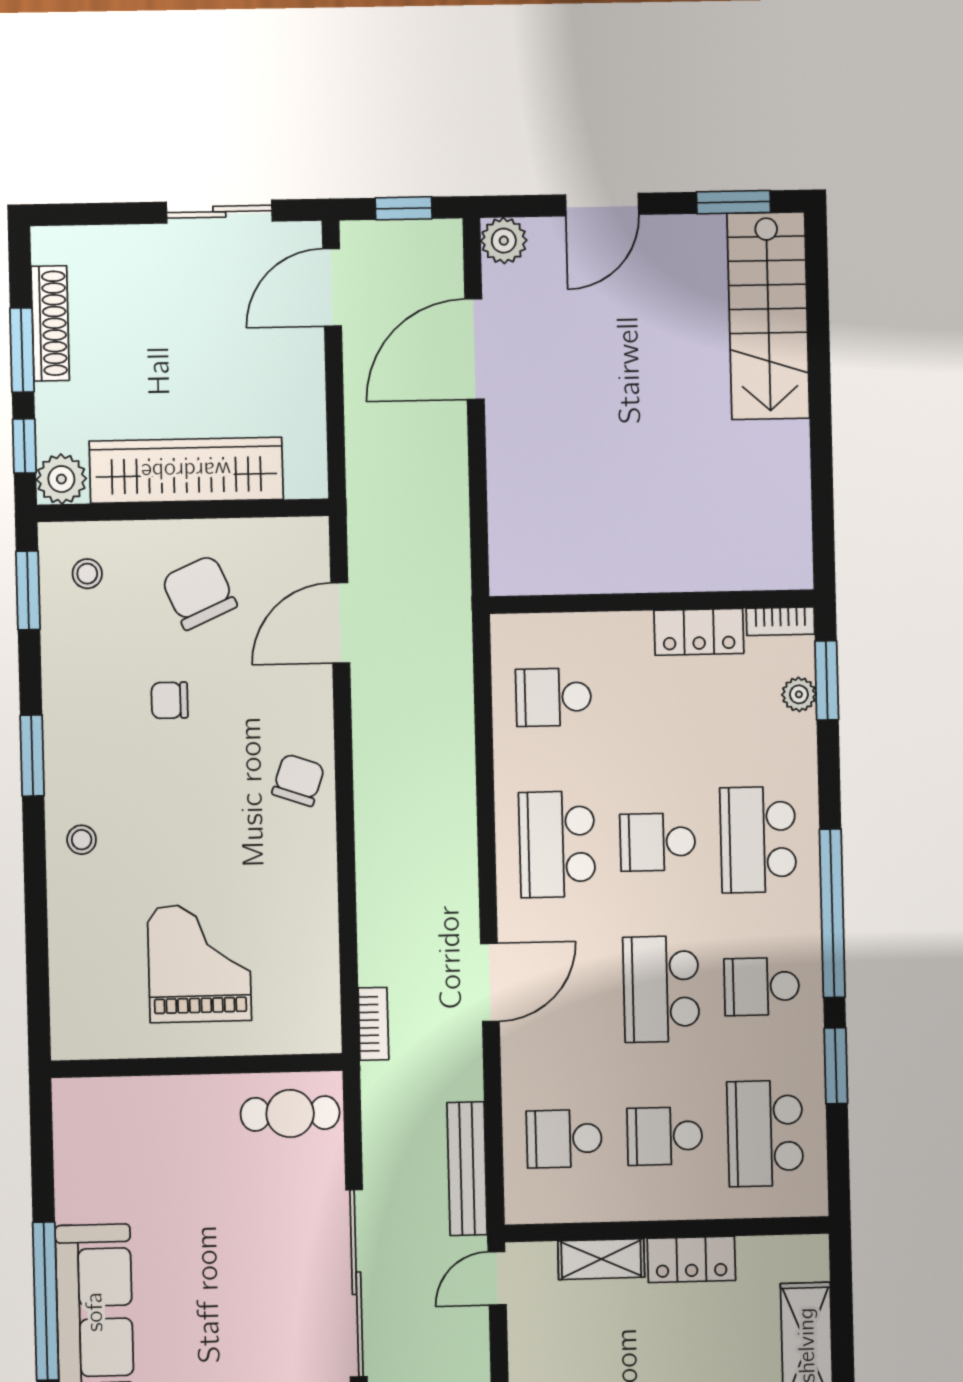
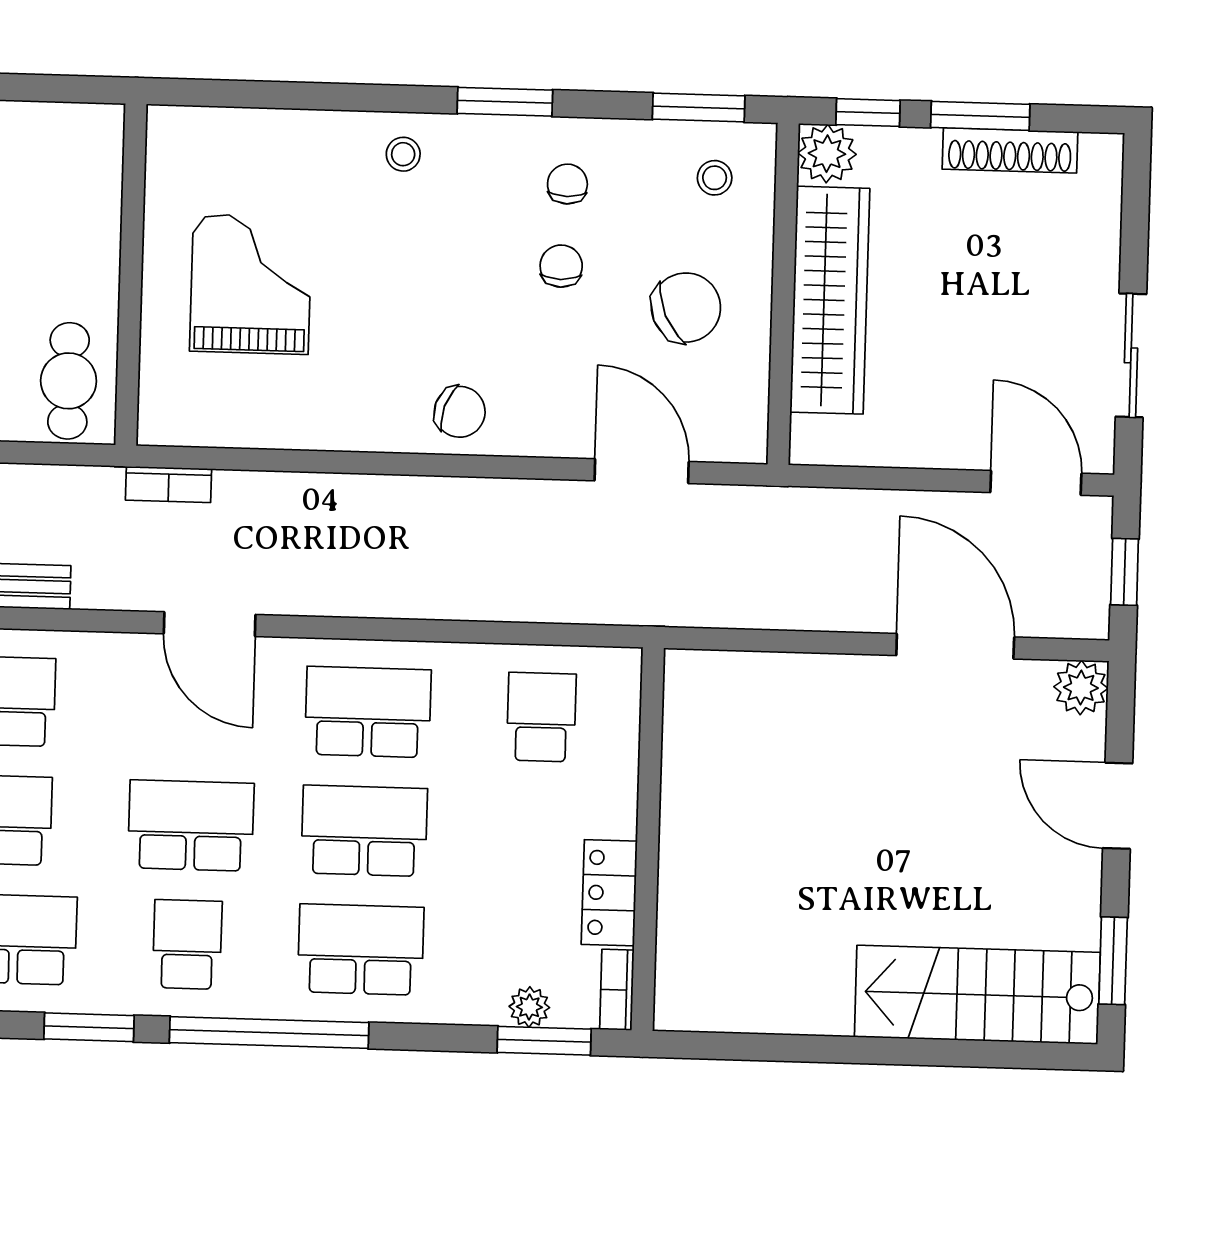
chair: (99, 699) -> (567, 184), added
school desk: (658, 842) -> (364, 831), width x1.85
grand piano: (199, 963) -> (251, 284), turned -90

